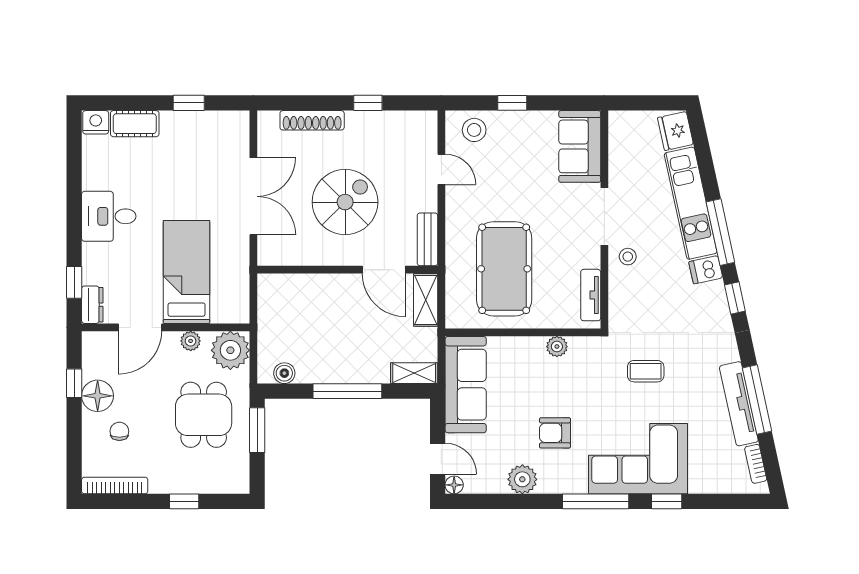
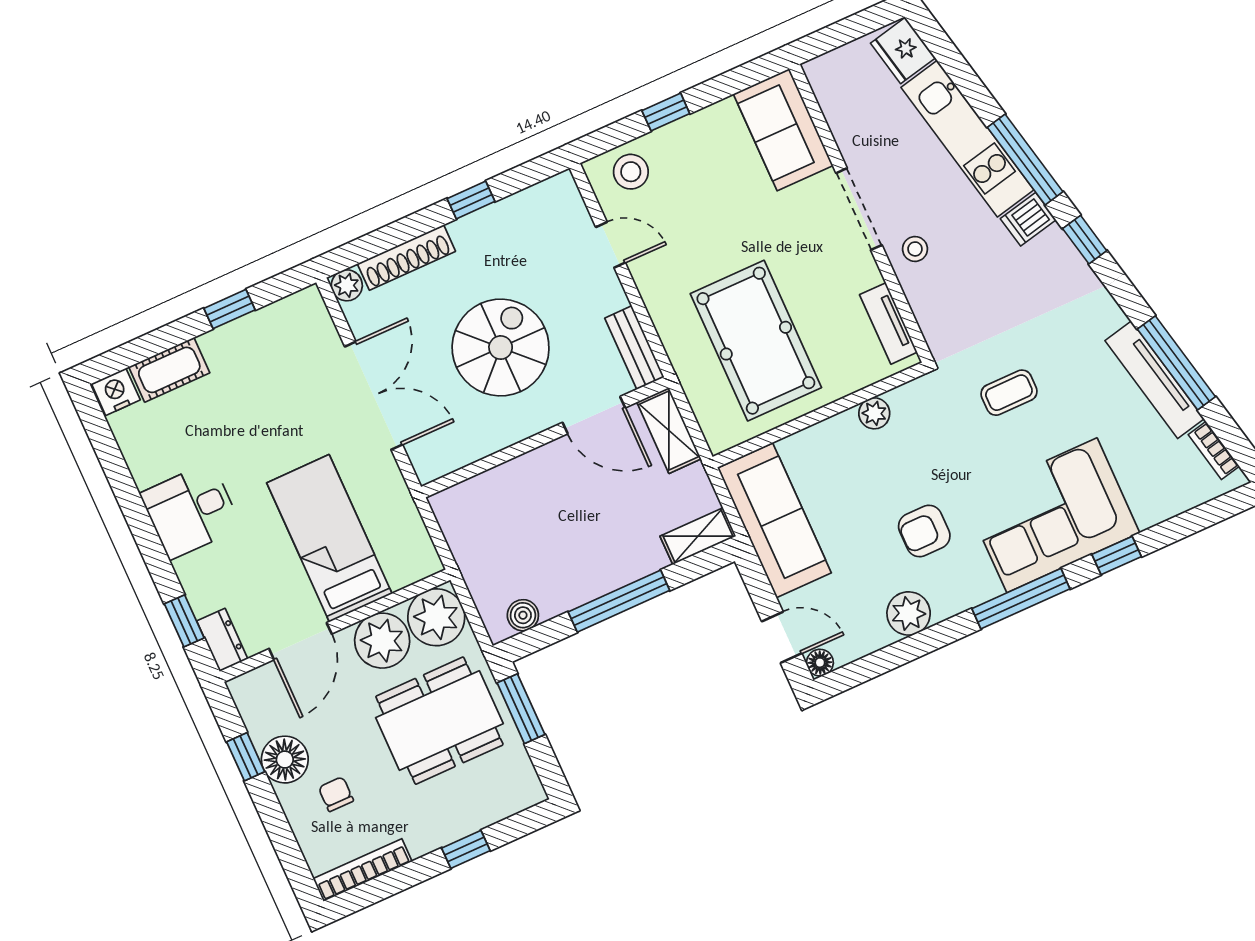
plant: (268, 121) -> (347, 285), added
plant: (191, 341) -> (382, 641), width x1.88, depth x1.88
dining table: (204, 415) -> (439, 721), width x1.37

